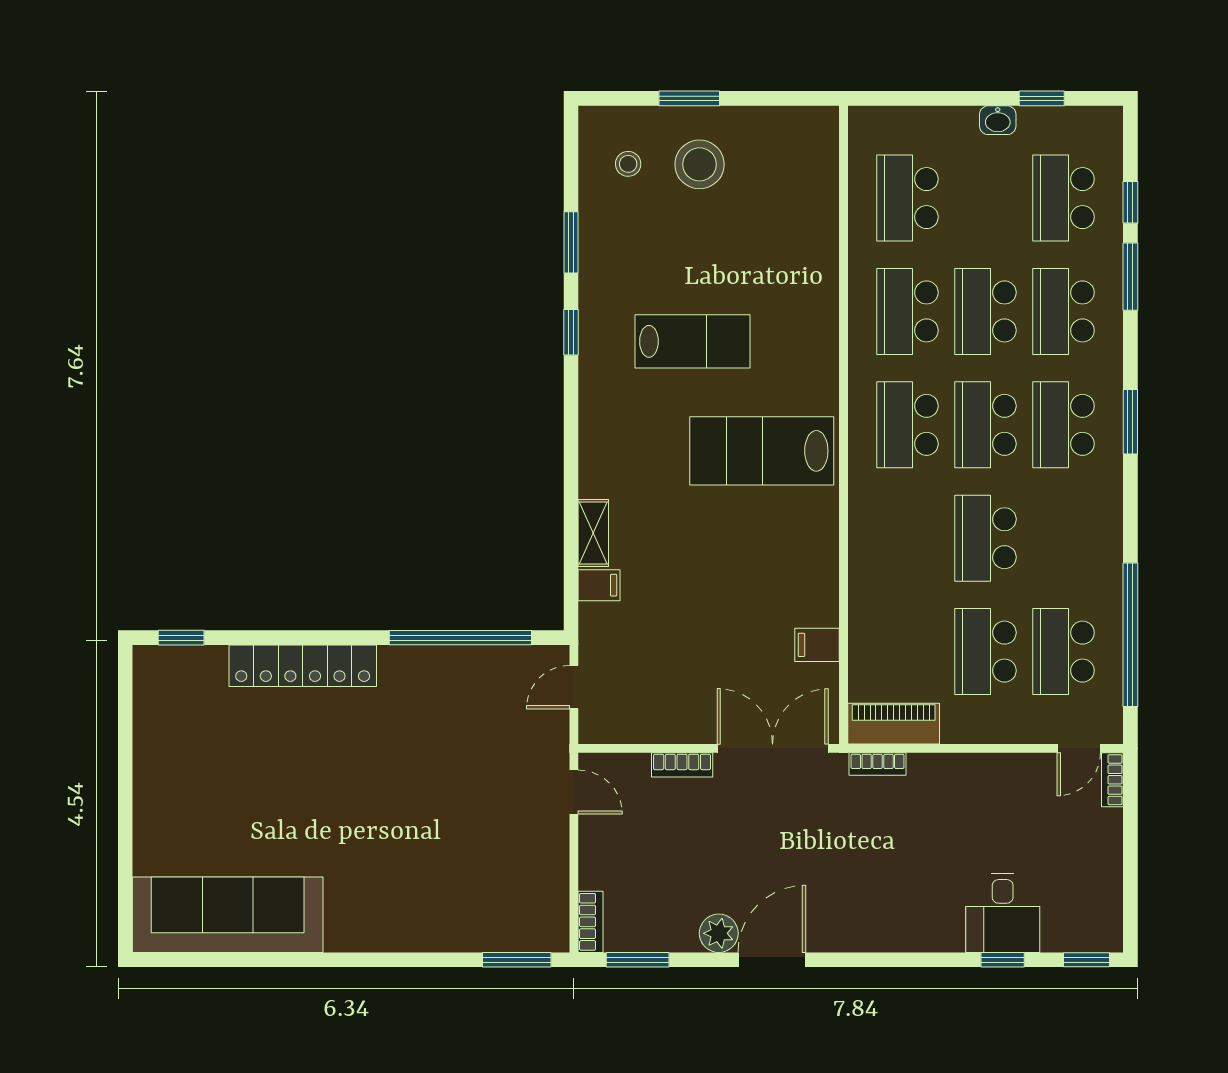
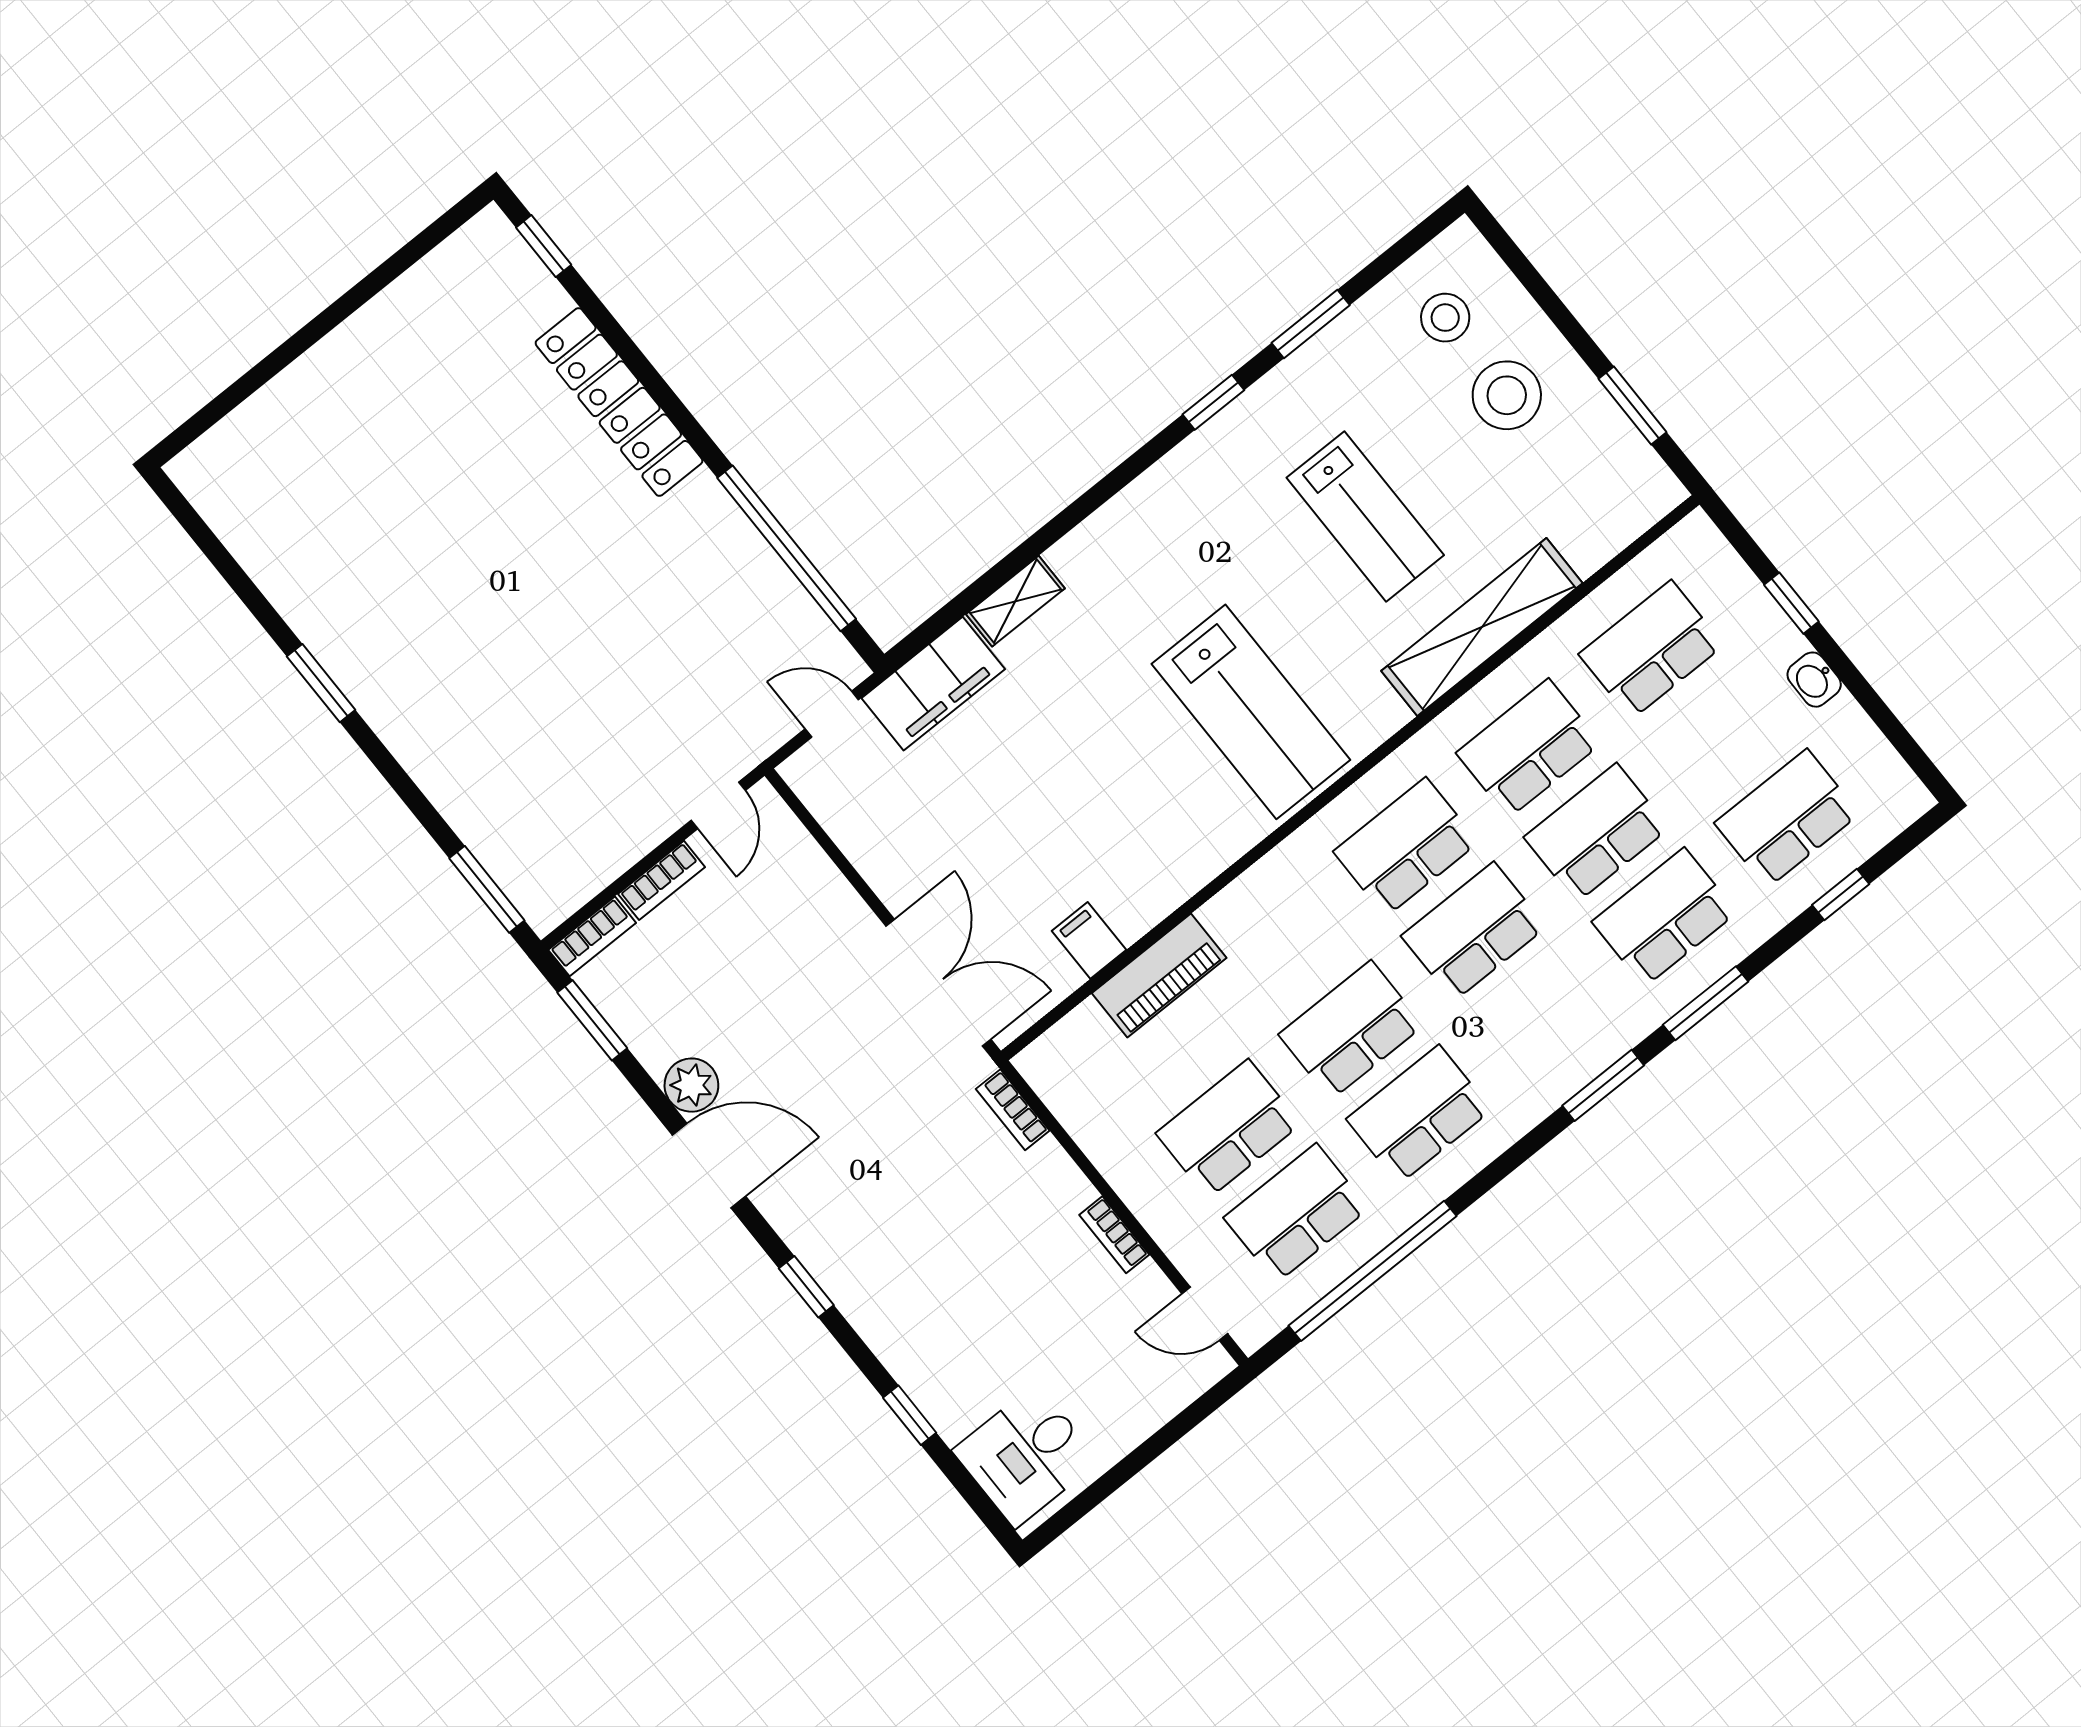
window: (689, 98) -> (1633, 405), moved
window: (1042, 98) -> (1791, 603), moved
stool: (628, 164) -> (1445, 318), width x1.37, depth x1.37
window: (1130, 277) -> (1706, 1003), moved
shelving: (818, 283) -> (1482, 627), added
lab bench: (693, 341) -> (1365, 516), moved
school desk: (1064, 425) -> (1419, 1114), moved
lab bench: (762, 451) -> (1251, 712), turned 180
filing cabinet: (599, 585) -> (933, 684), width x3.00, depth x1.17
piano: (894, 724) -> (1159, 975), moved, turned 90
bookcase: (682, 765) -> (661, 880), moved, turned -90
bookcase: (1112, 780) -> (1114, 1235), moved, turned -90
desk: (1003, 913) -> (1026, 1456), moved
sofa: (228, 915) -> (284, 538), removed
window: (326, 960) -> (321, 683), added
window: (1087, 960) -> (806, 1287), moved

